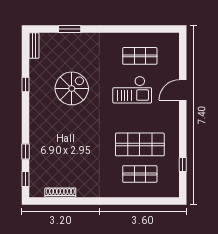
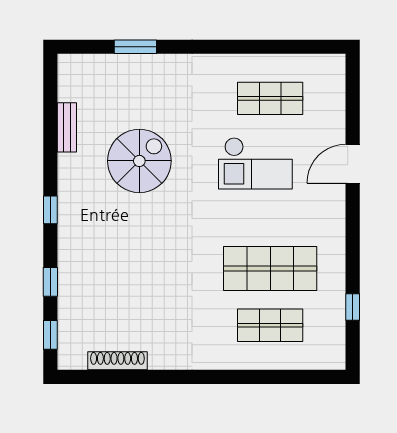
bench: (34, 46) -> (67, 127), moved
window: (25, 85) -> (50, 210), moved

